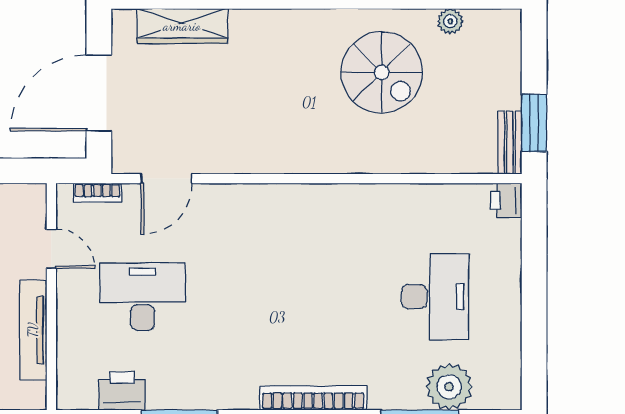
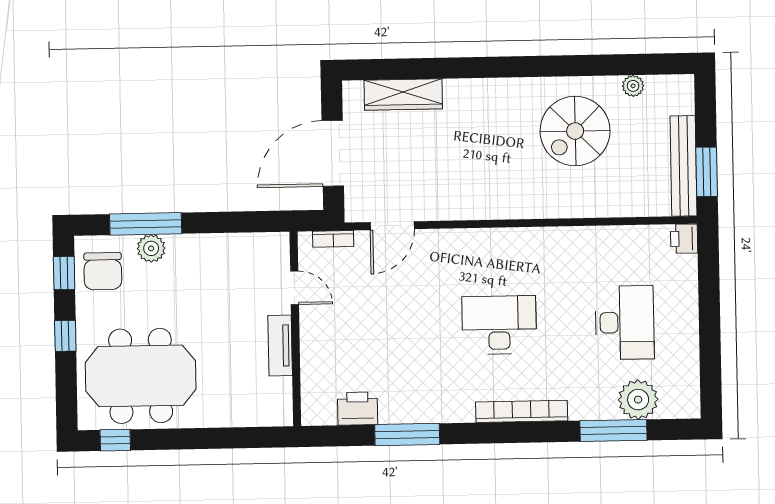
spiral stairs: (382, 72) -> (575, 131), turned 90
bench: (510, 143) -> (684, 166), width x1.86, depth x1.21
desk: (143, 297) -> (499, 325), moved
tv unit: (33, 330) -> (280, 346), width x0.71

